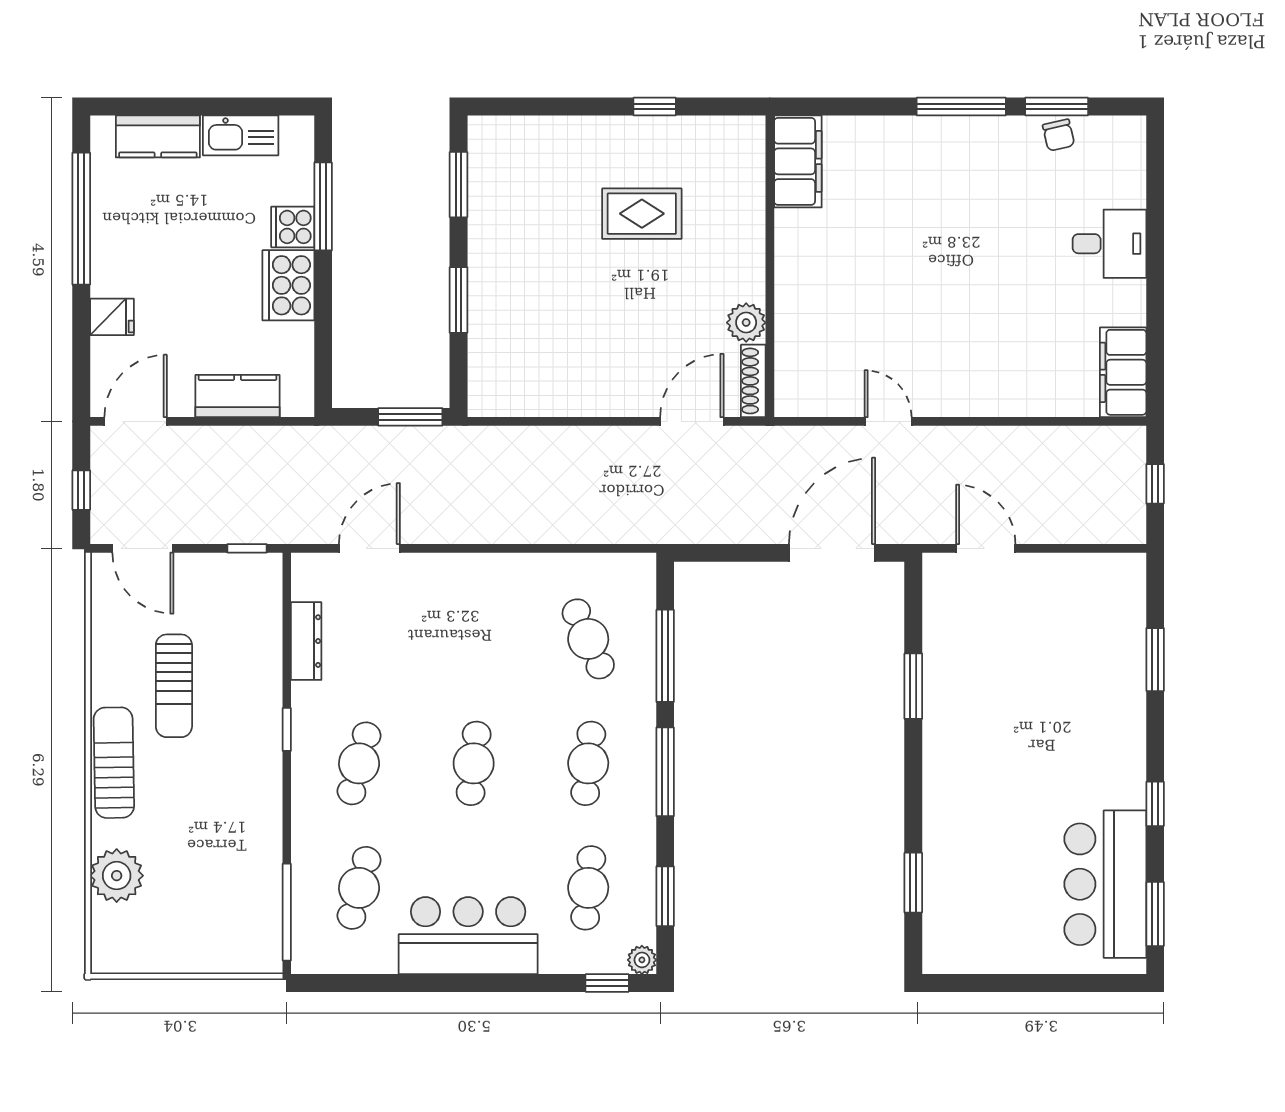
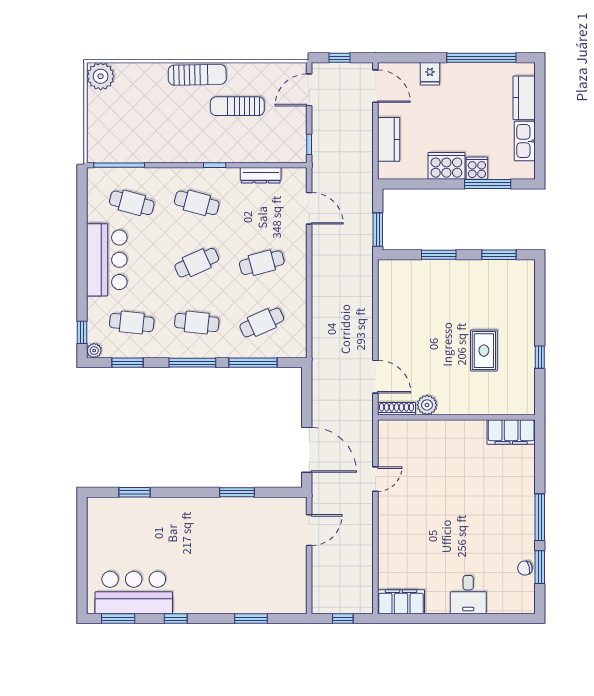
cafe table: (474, 639) -> (262, 263), added
cafe table: (474, 763) -> (197, 263), turned -30
plant: (117, 876) -> (101, 76), moved

